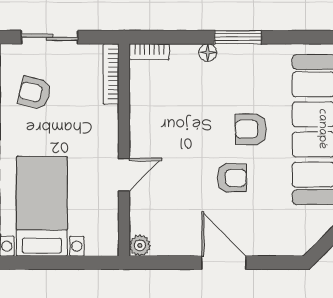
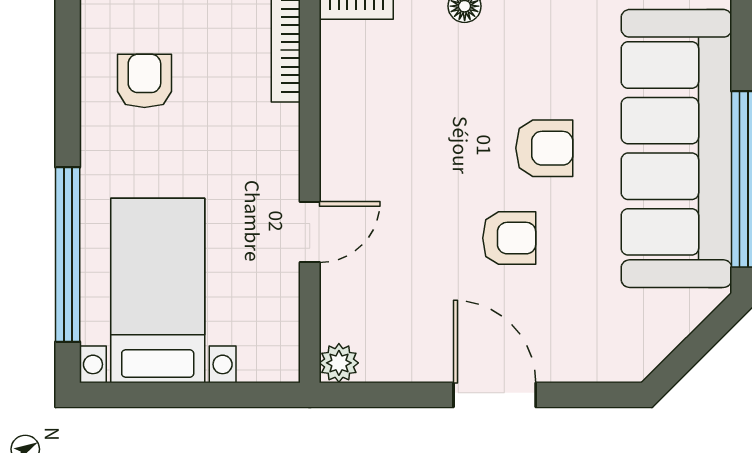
armchair: (35, 93) -> (144, 81), turned 76
armchair: (251, 129) -> (544, 148), turned 180

